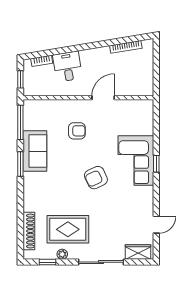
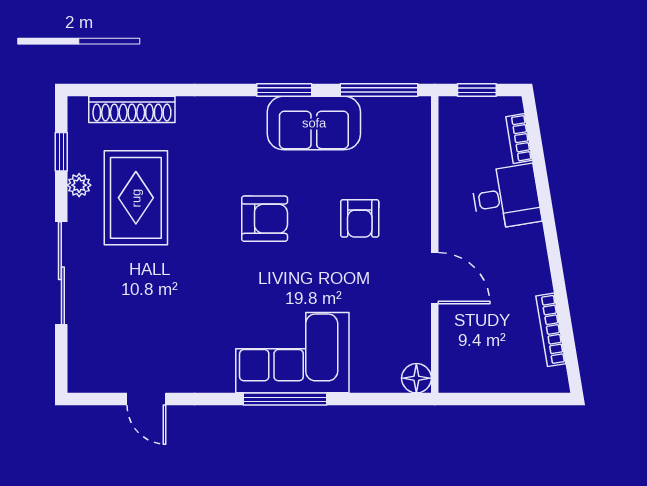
floor lamp: (147, 106) -> (416, 378), added
window: (156, 164) -> (285, 399), width x2.17
armchair: (96, 178) -> (265, 219), moved, turned 115
wardrobe: (138, 252) -> (84, 358), removed

